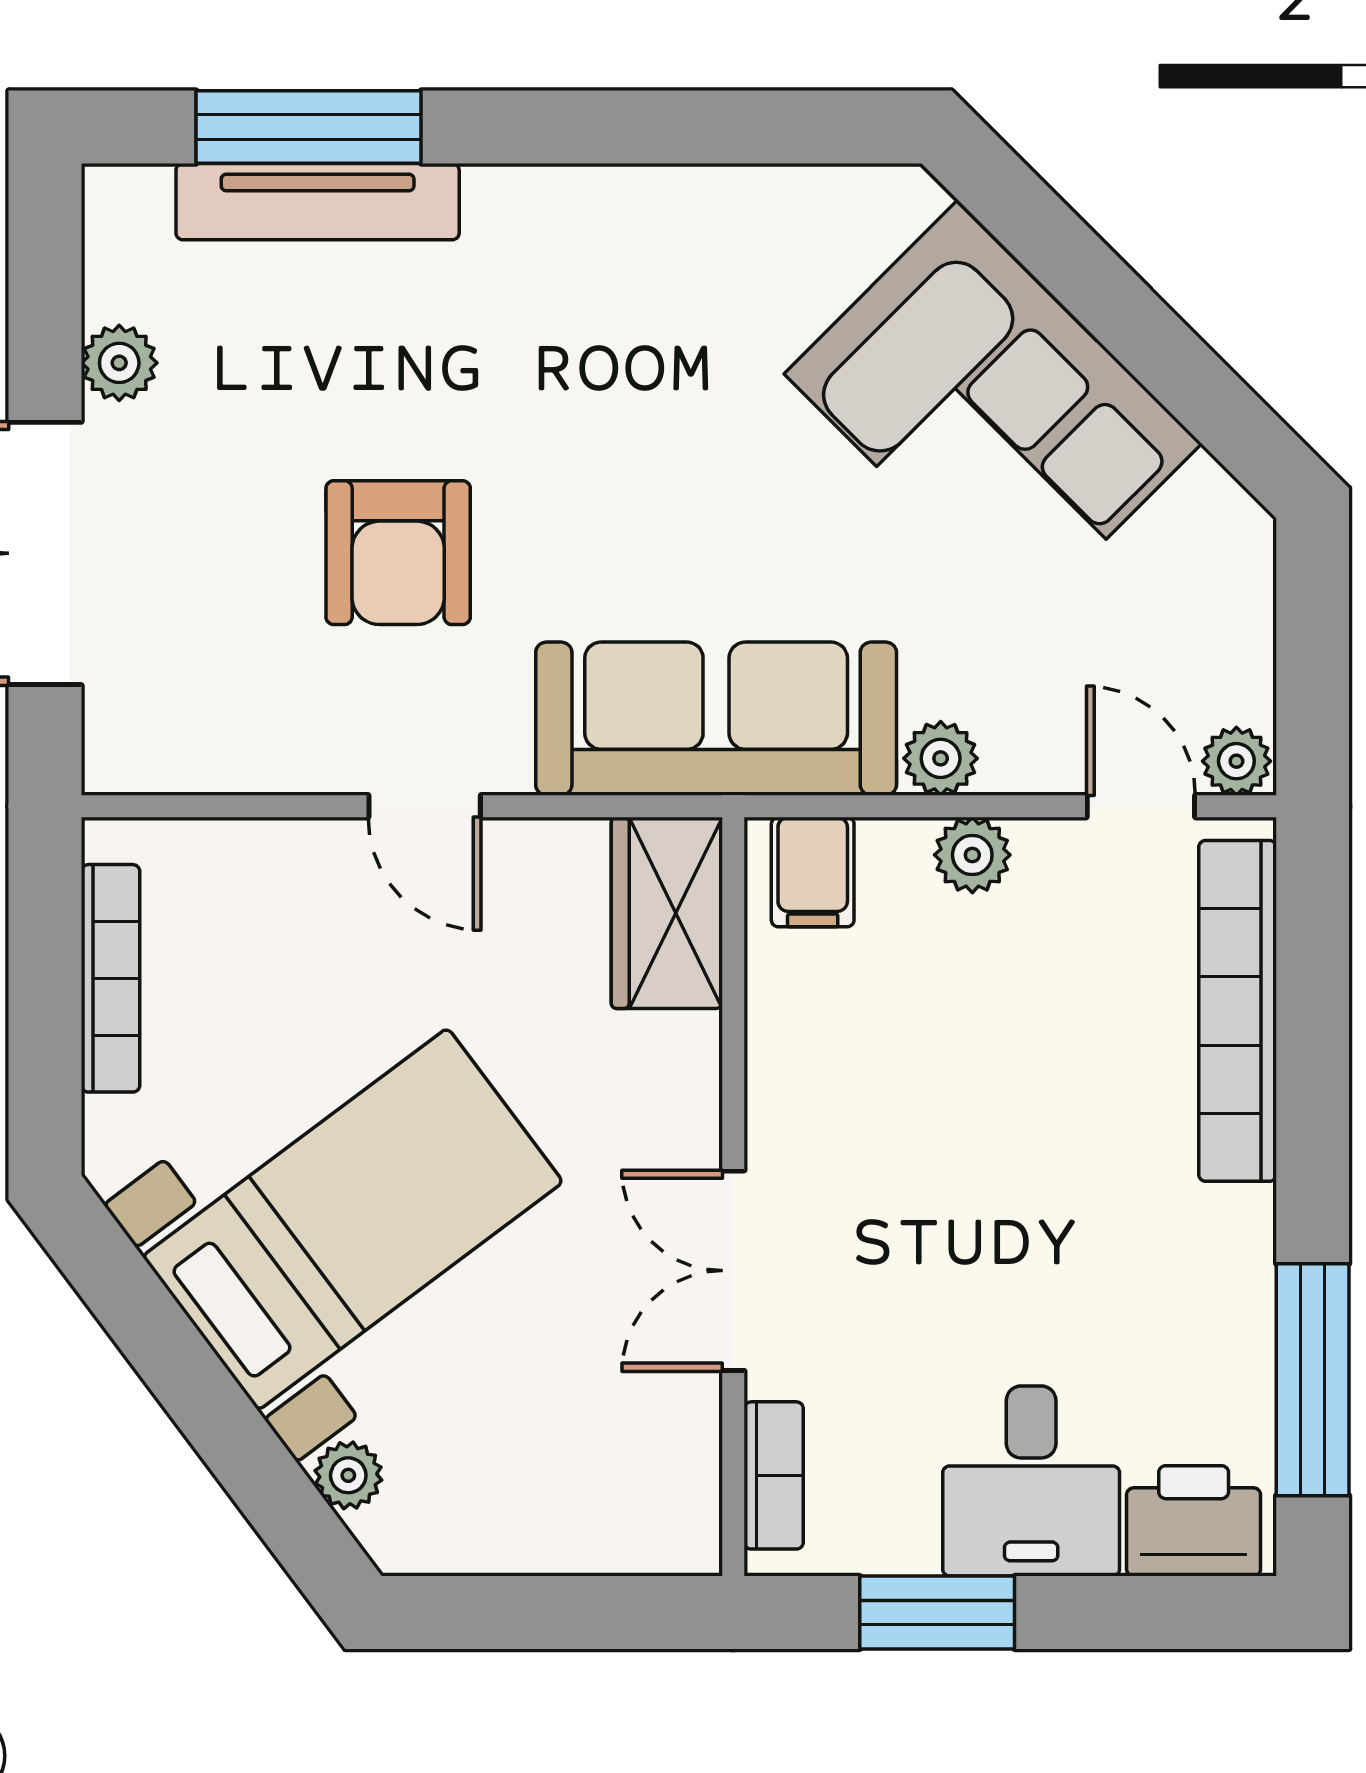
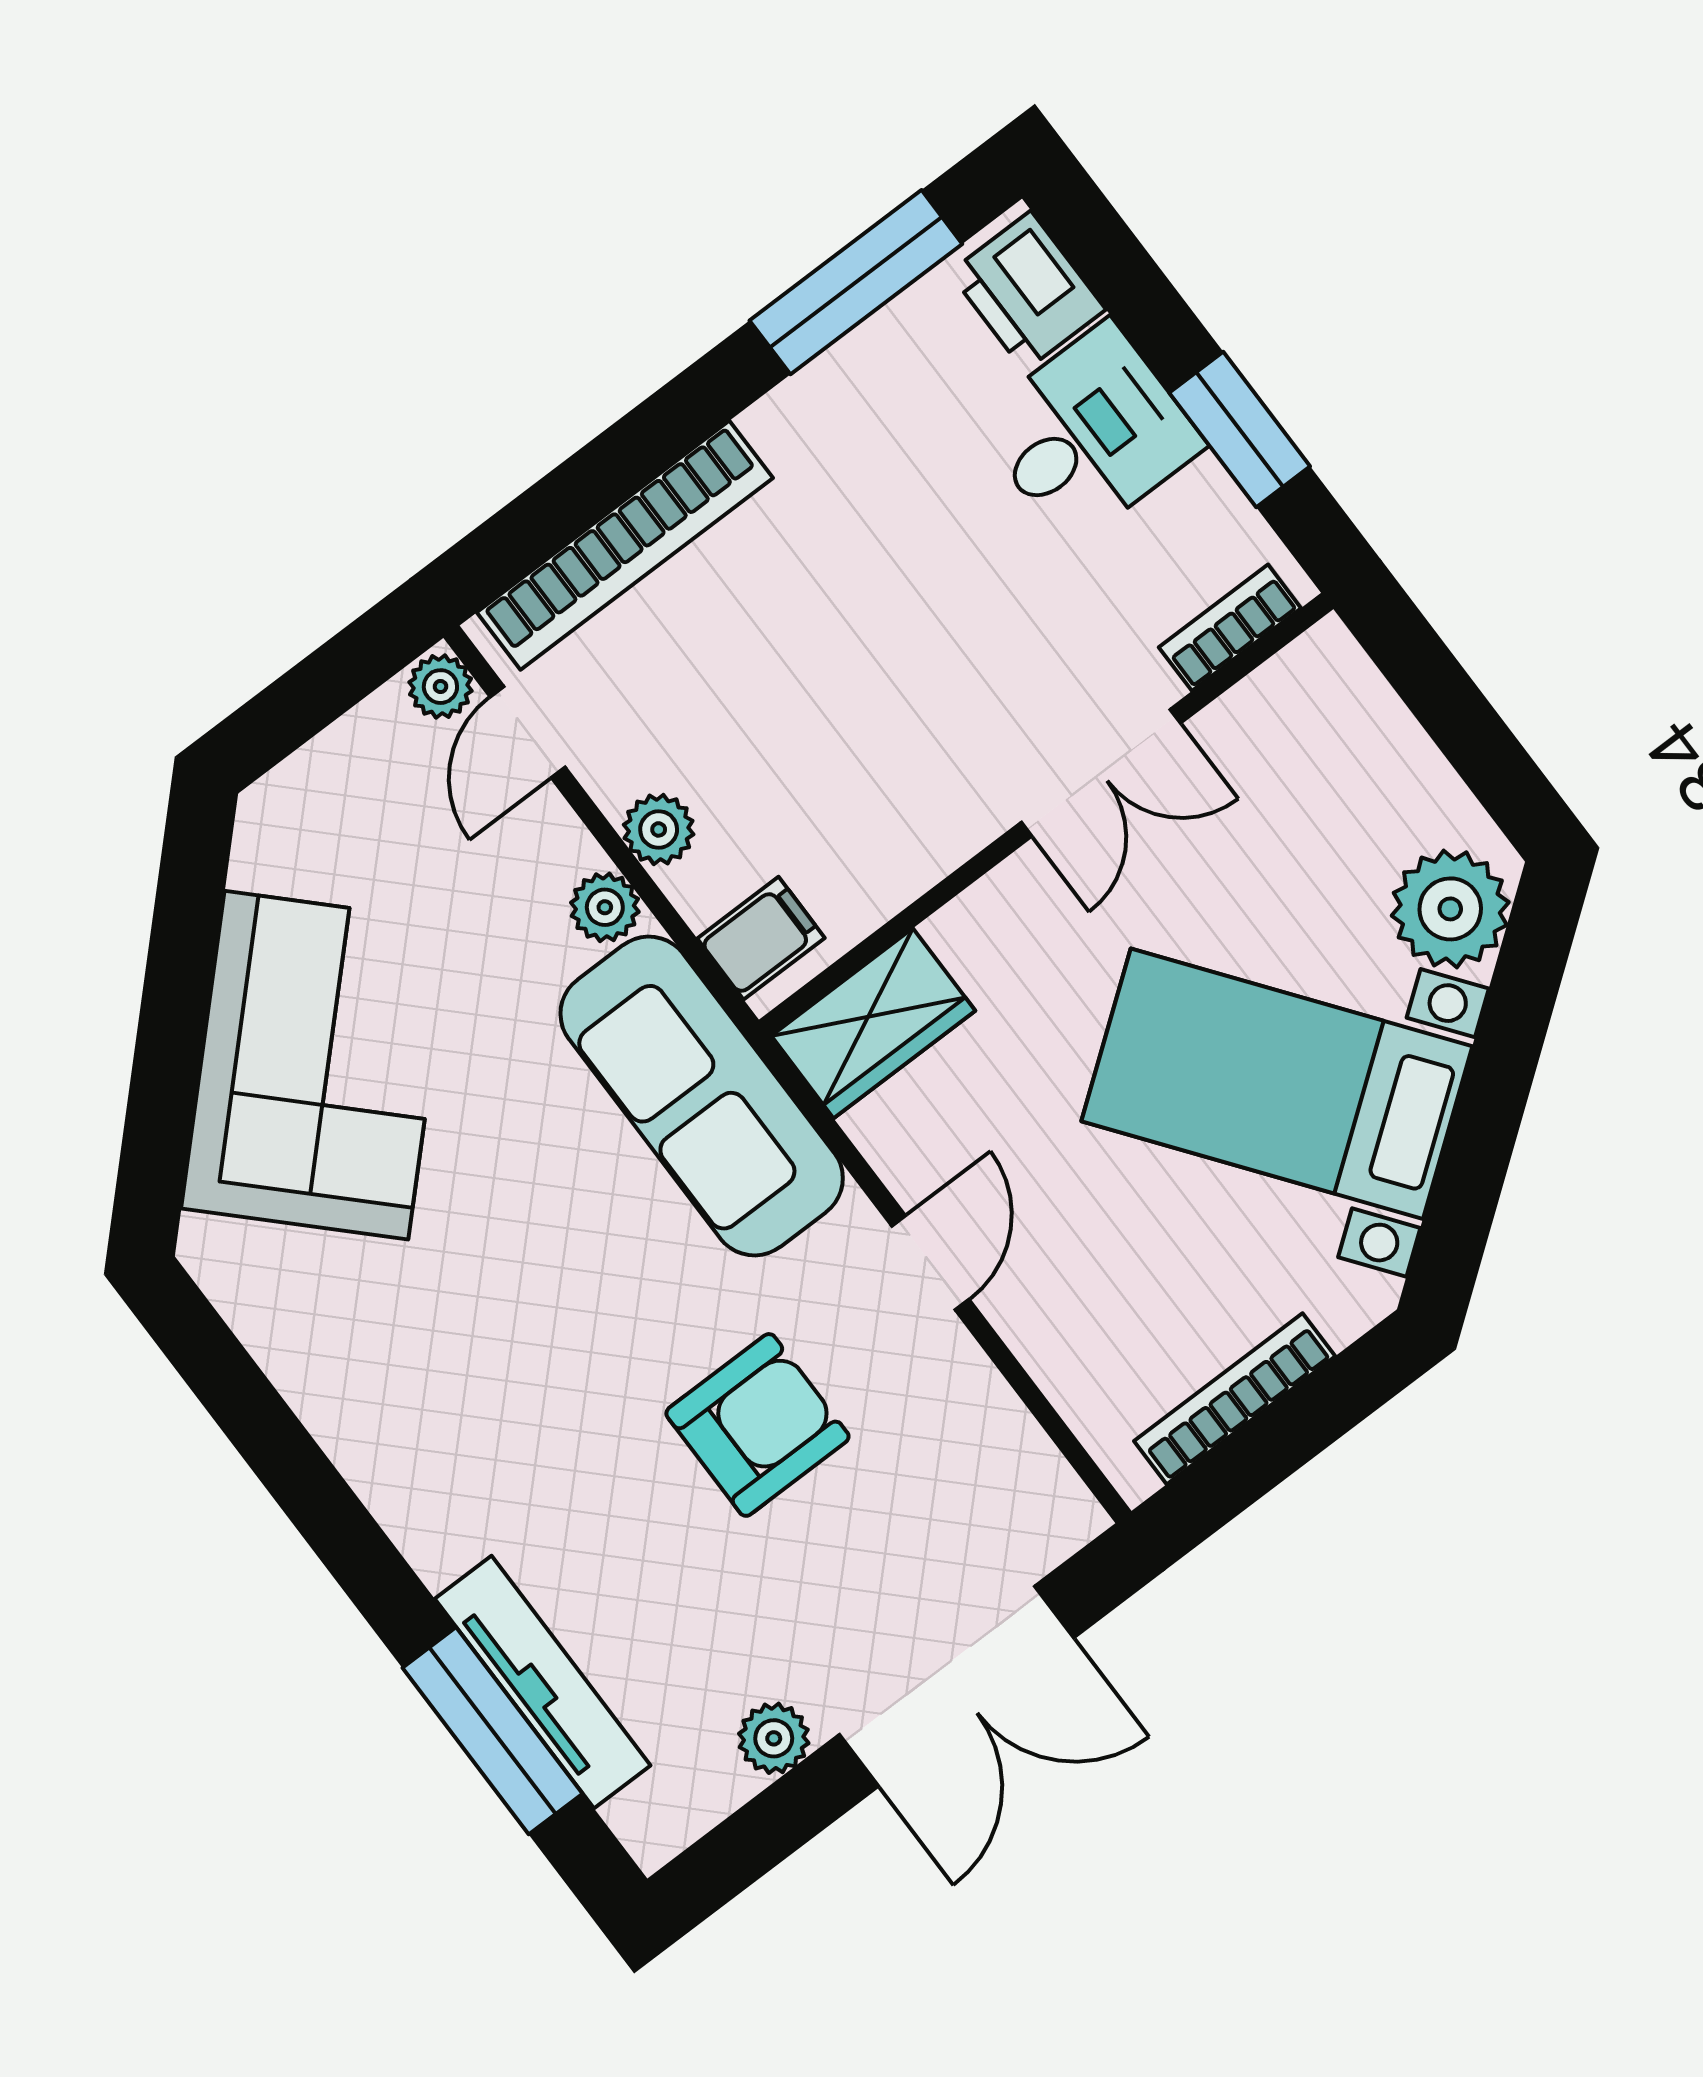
plant: (348, 1475) -> (1450, 909), width x1.88, depth x1.88

